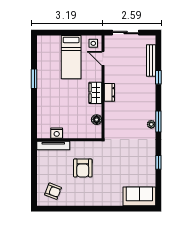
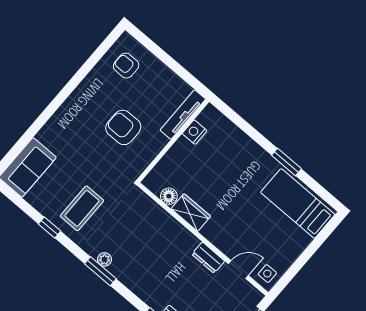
bed: (71, 57) -> (298, 203), moved
dresser: (109, 92) -> (208, 258), moved
wardrobe: (95, 93) -> (191, 213), moved
coffee table: (137, 155) -> (82, 208), added
armchair: (53, 191) -> (126, 66), turned 69

